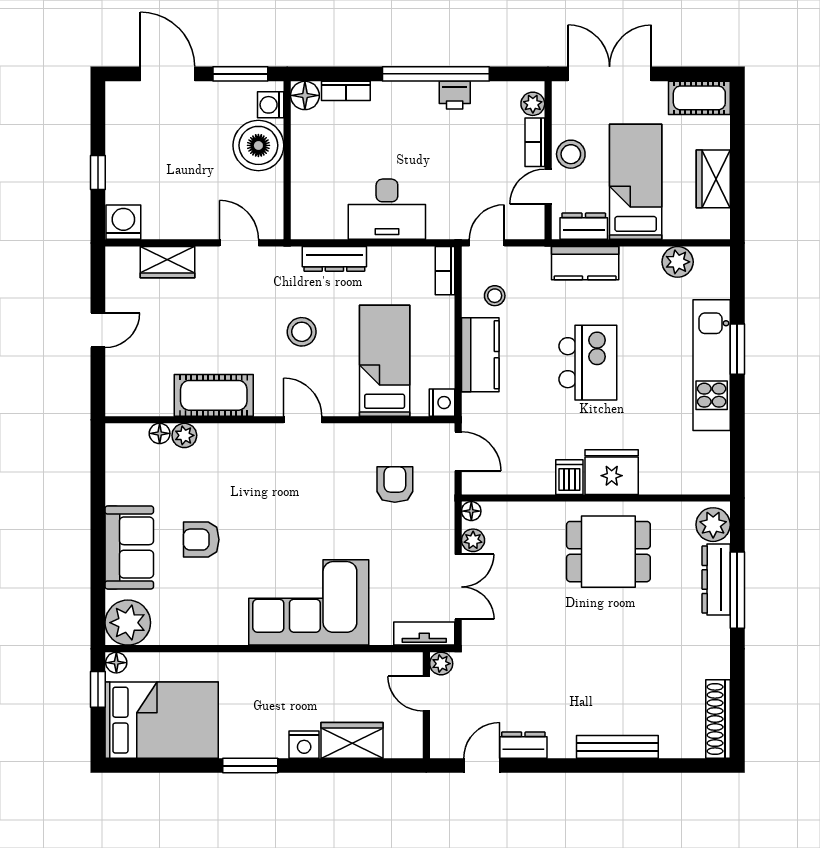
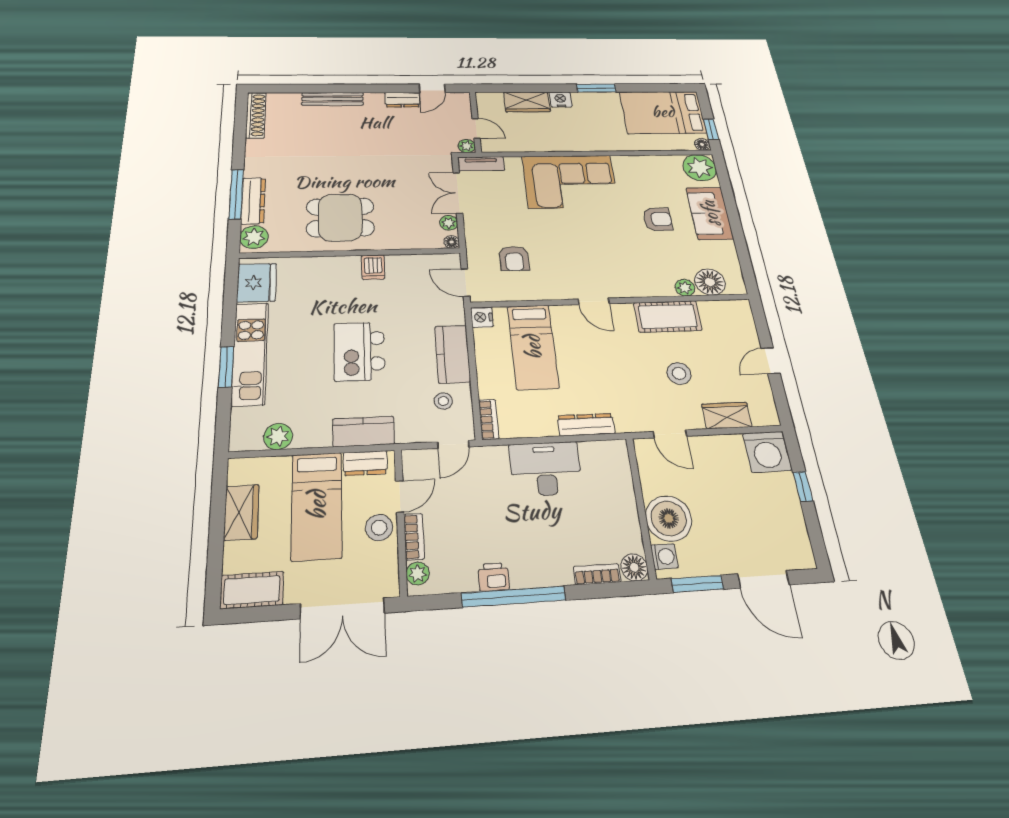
washing machine: (123, 222) -> (767, 452), width x1.37, depth x1.37
stool: (302, 332) -> (679, 373), moved
floor lamp: (160, 433) -> (710, 282), width x1.89, depth x1.89
fridge: (612, 472) -> (257, 283), moved, turned -90

